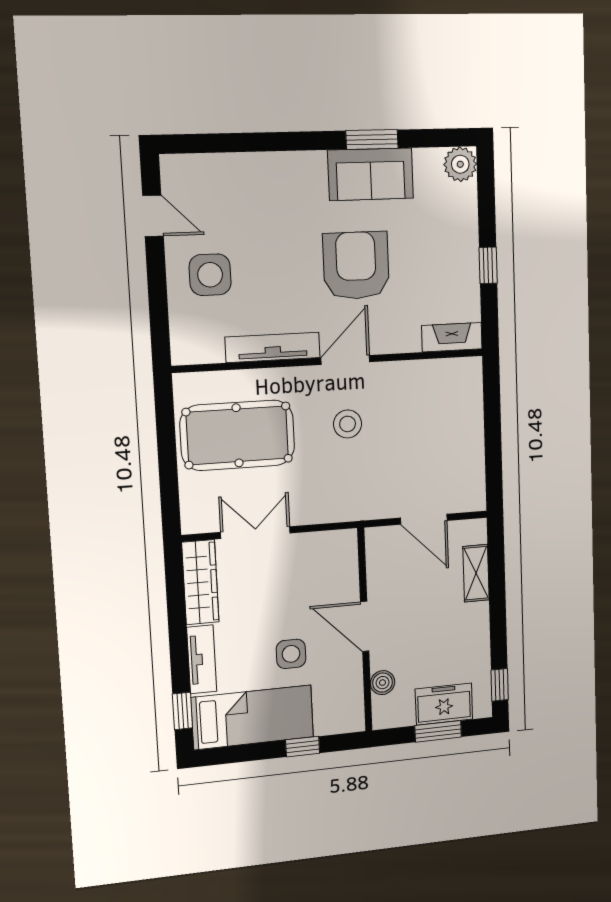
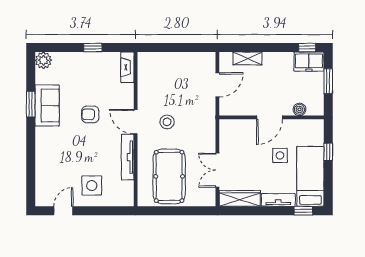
armchair: (356, 265) -> (90, 114), width x0.53, depth x0.53
freezer: (444, 704) -> (309, 62), moved, turned -90

